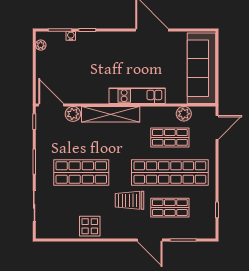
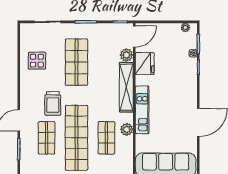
fridge: (83, 93) -> (145, 64), added
plant: (184, 114) -> (127, 129), moved
trolley: (130, 200) -> (53, 103), turned 180
display table: (90, 226) -> (37, 61), moved

